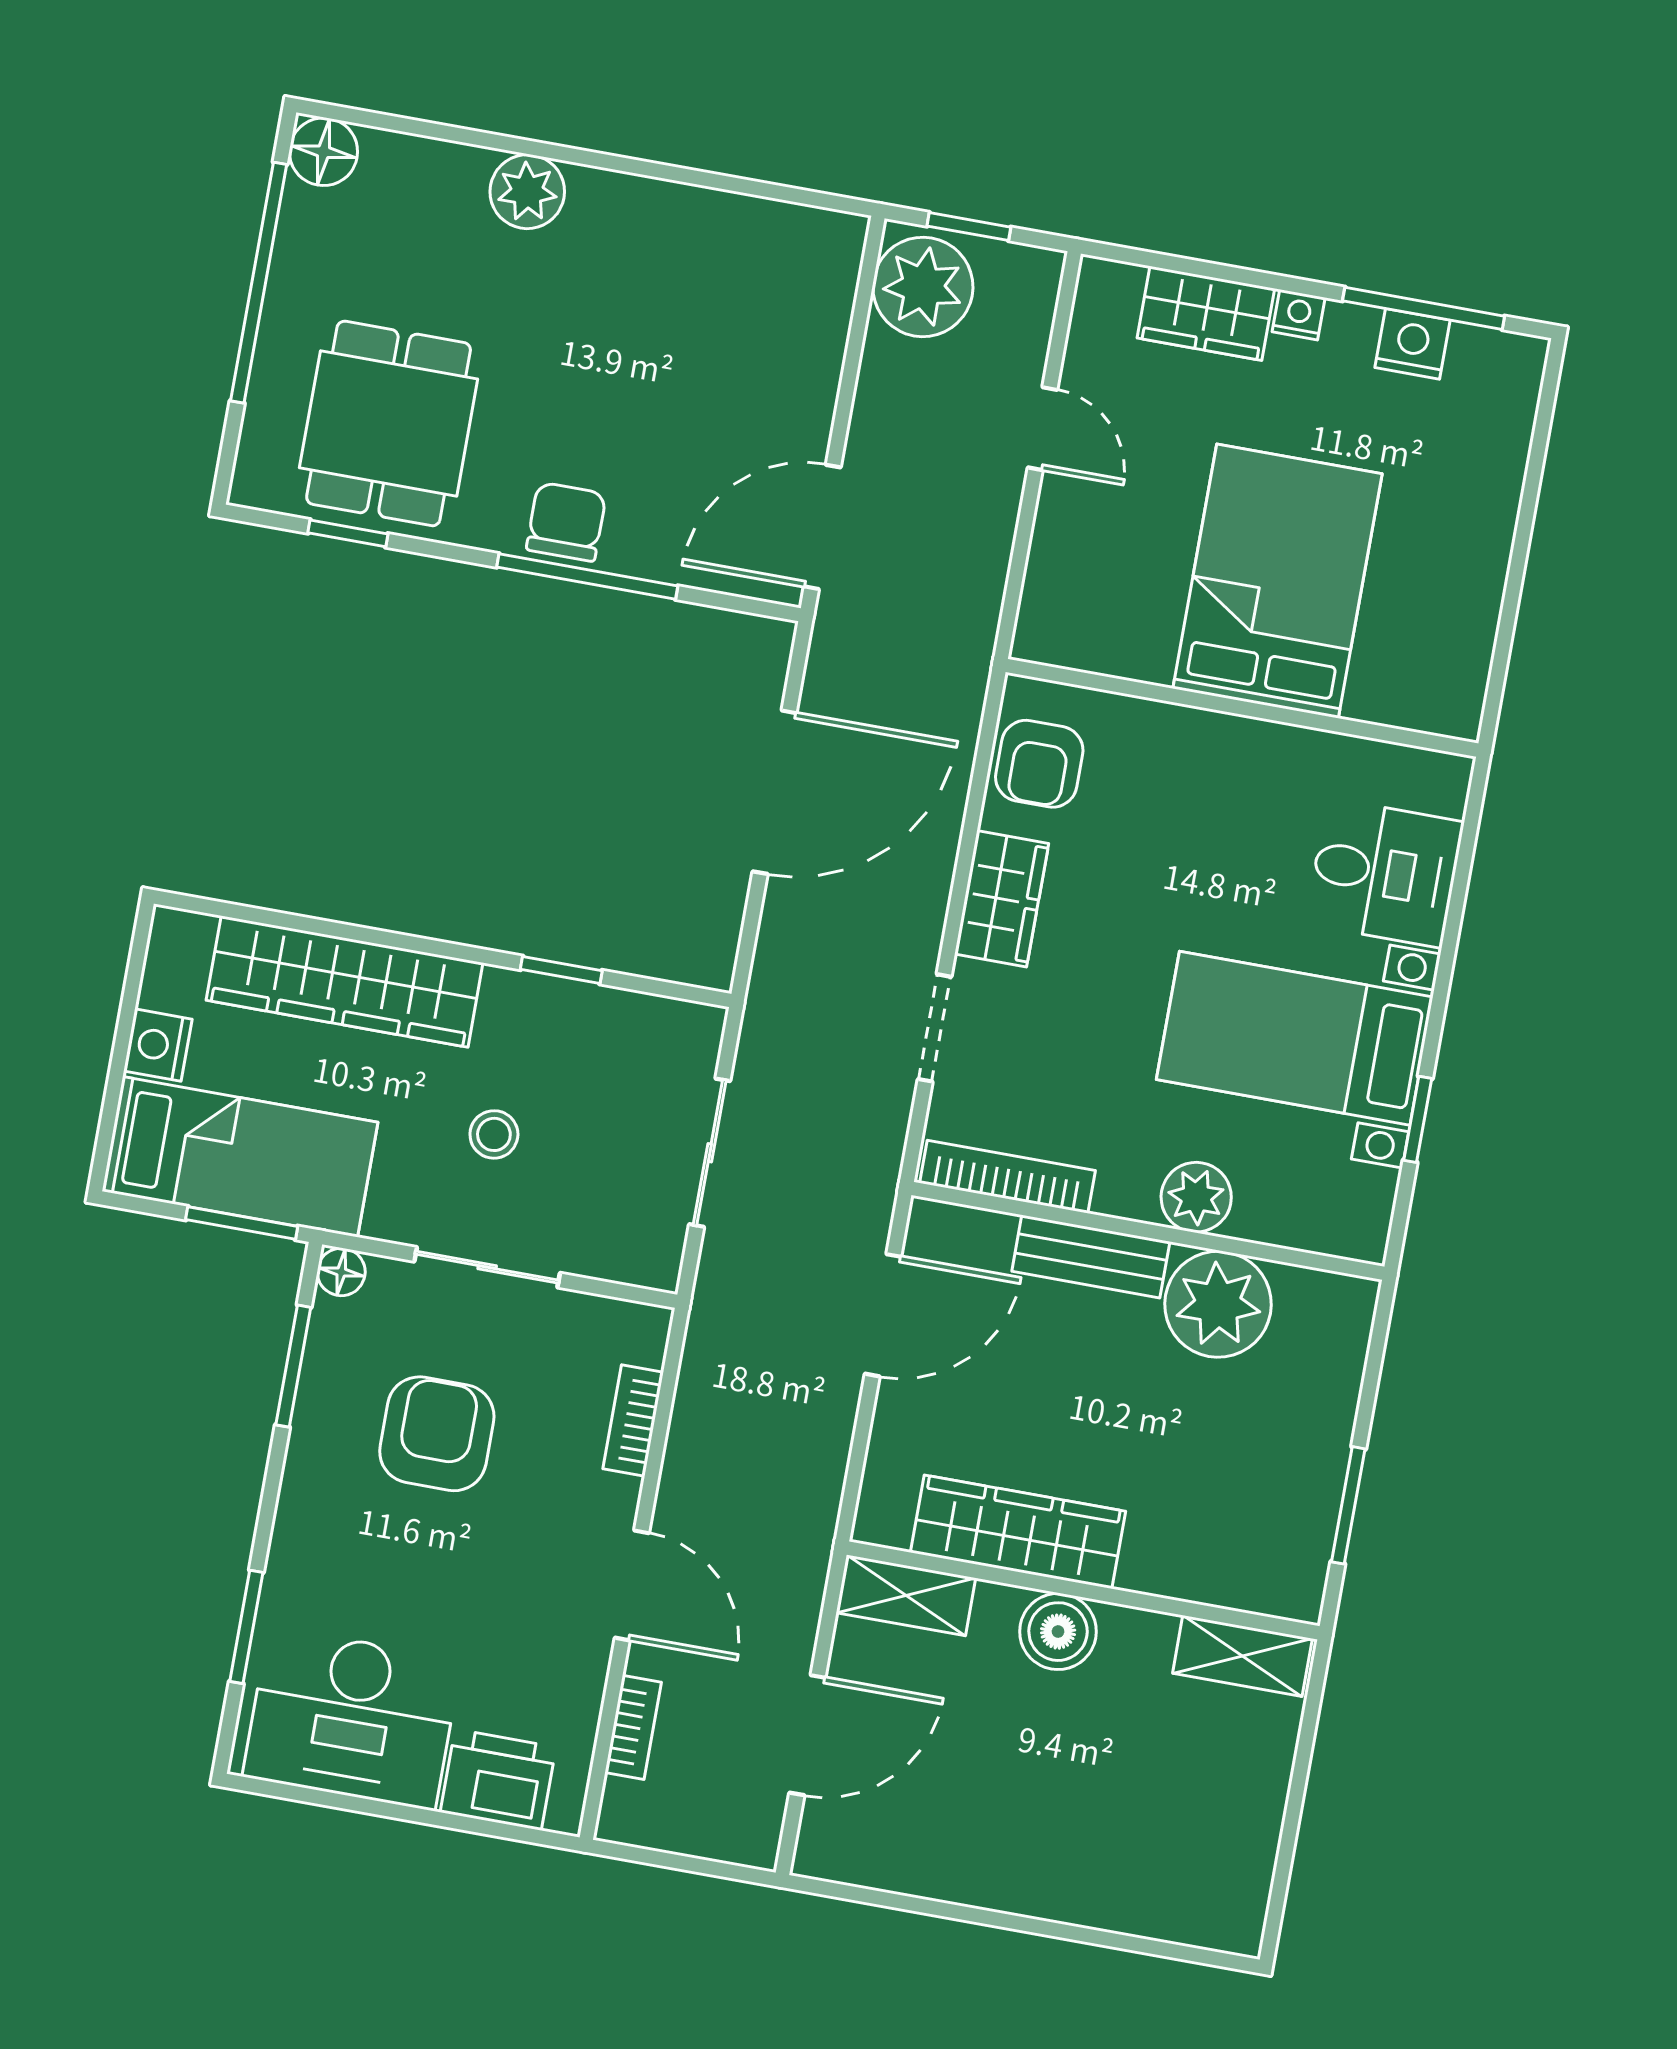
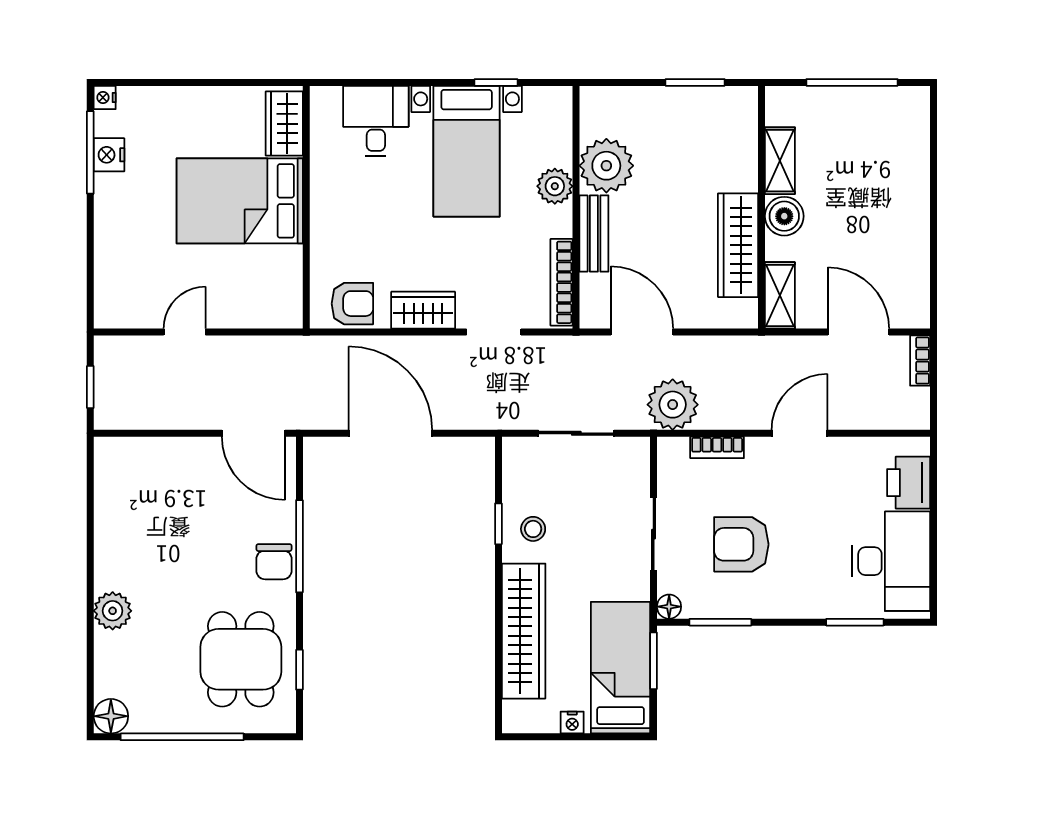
plant: (923, 287) -> (673, 405), moved
wardrobe: (1206, 313) -> (284, 124), moved, turned 180
nightstand: (1299, 315) -> (105, 98), moved
dining table: (389, 423) -> (241, 659), turned 90
chair: (566, 522) -> (274, 562), turned -90
nightstand: (158, 1045) -> (572, 722), width x0.72, depth x0.74
stool: (494, 1134) -> (533, 529), moved
shelving: (1242, 1656) -> (780, 161), moved
bookcase: (633, 1727) -> (920, 361), moved, turned -90
window: (1294, 1809) -> (852, 82), added

